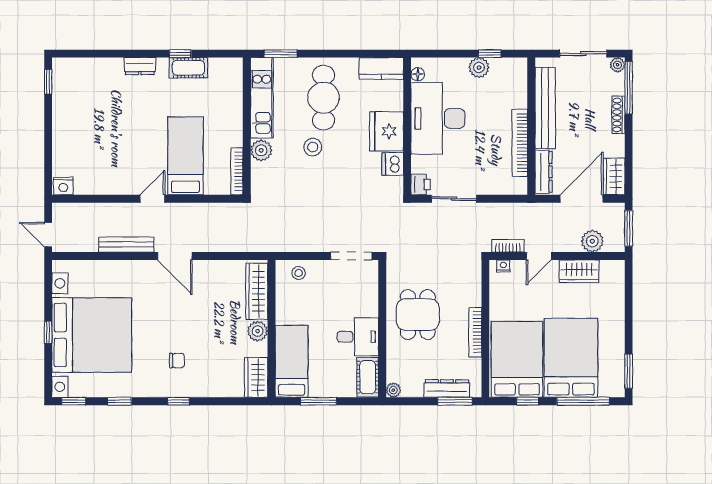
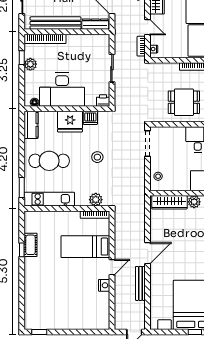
dresser: (140, 66) -> (30, 275), removed
bookcase: (520, 143) -> (45, 39), moved
stool: (313, 147) -> (97, 157), moved
plant: (261, 150) -> (96, 200), moved
nightstand: (63, 186) -> (104, 285), moved
door: (152, 199) -> (112, 267), swing flipped
sliding door: (454, 199) -> (112, 68), moved

